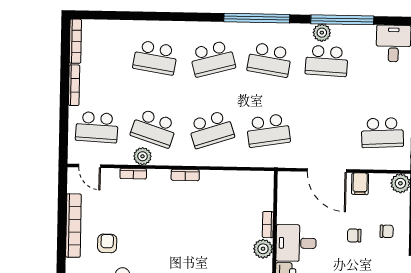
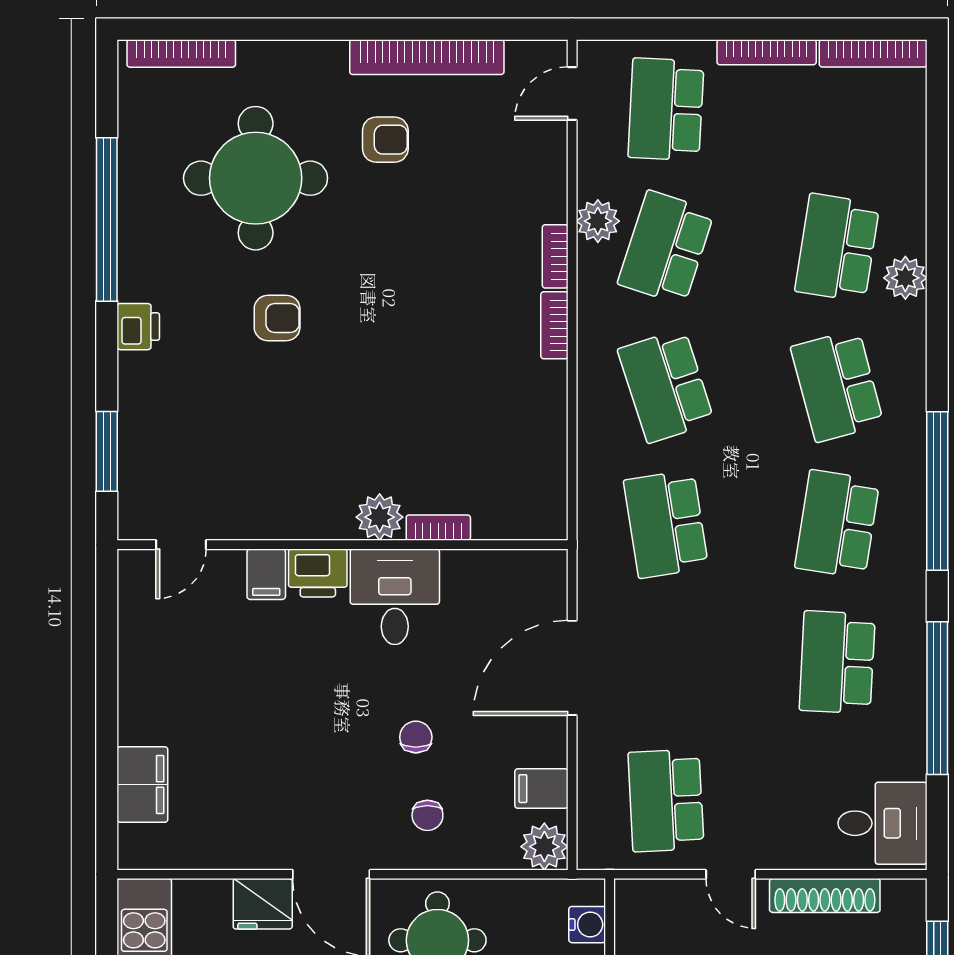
plant: (322, 33) -> (905, 278), moved
bookcase: (133, 174) -> (555, 256), moved
filing cabinet: (360, 184) -> (541, 789), moved

